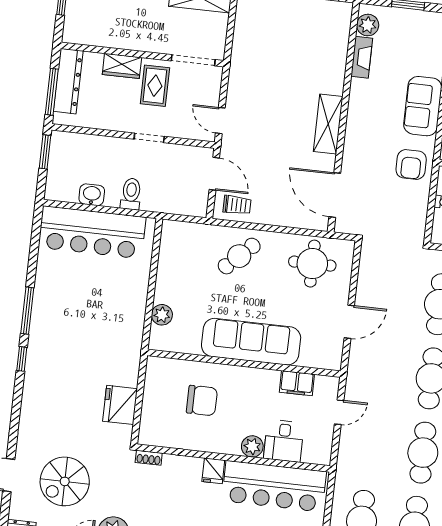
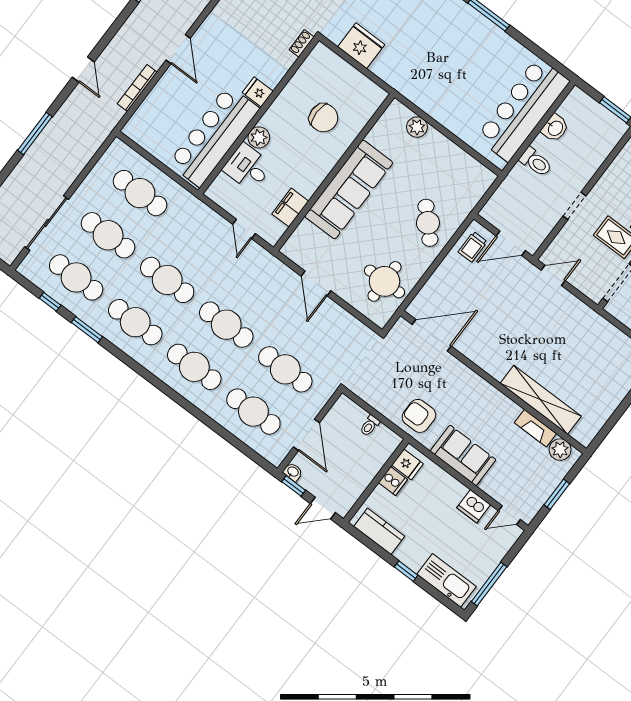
shelving: (328, 124) -> (541, 400), moved, width x1.47
chair: (202, 401) -> (324, 118), turned -90

